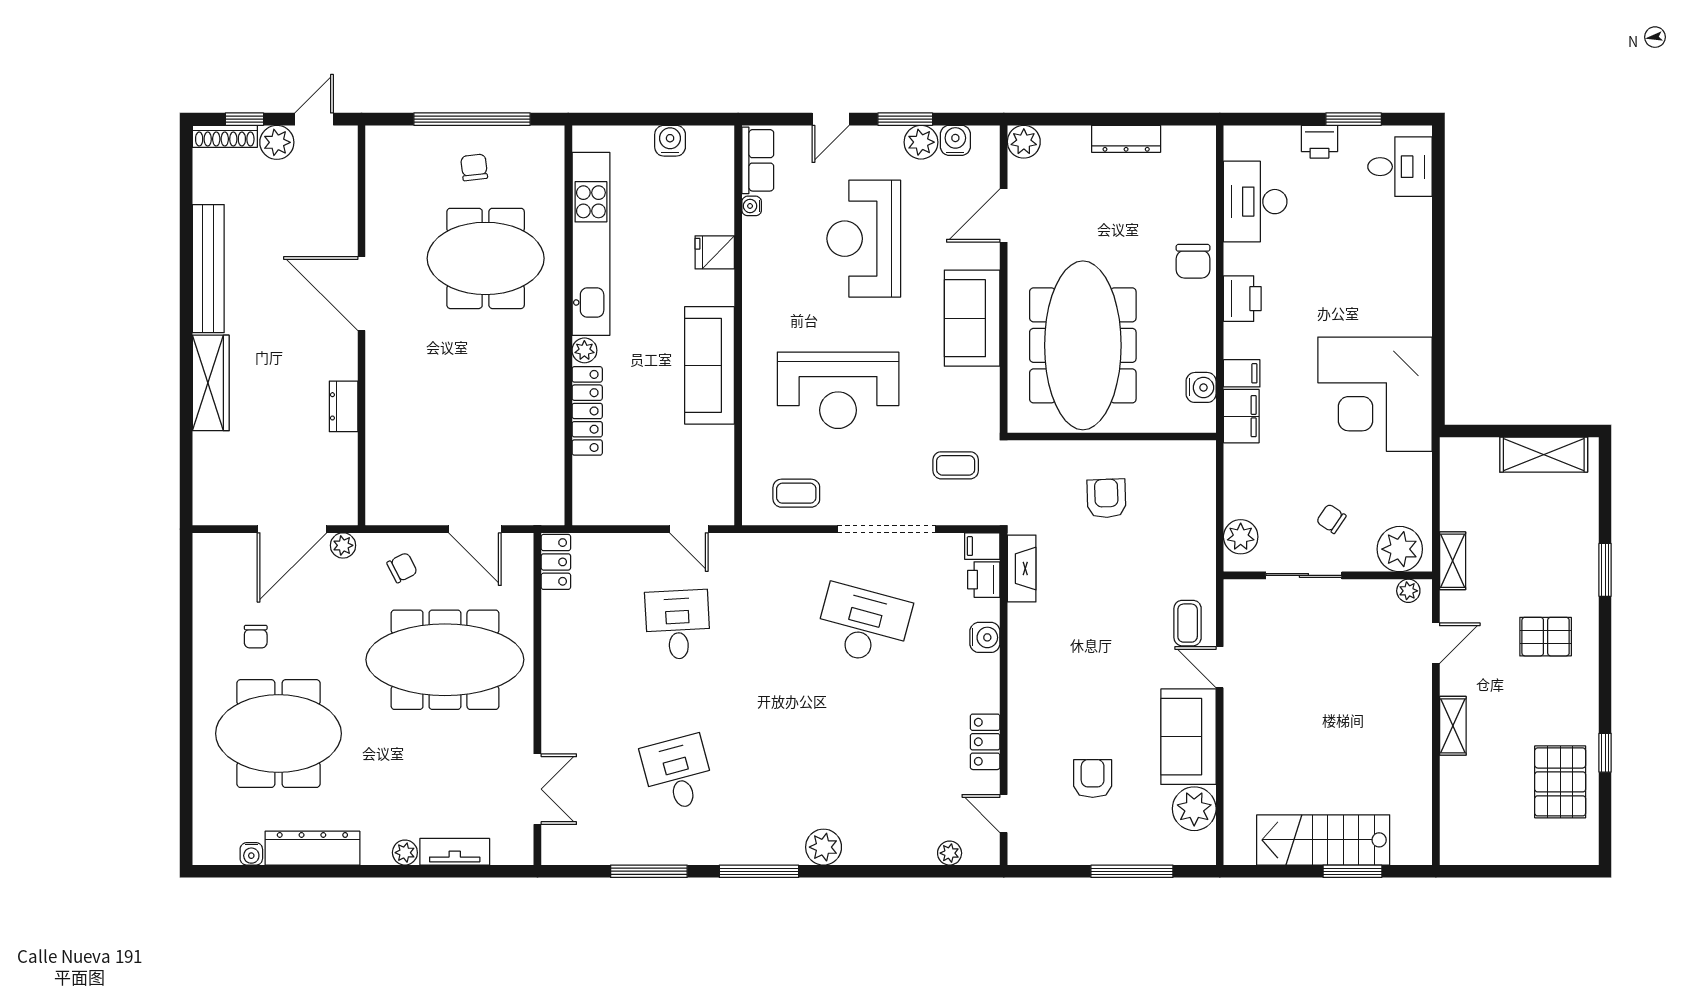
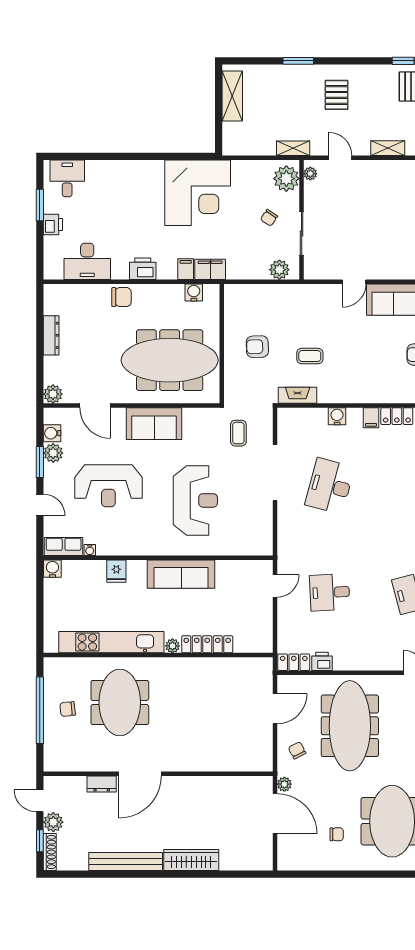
water cooler: (670, 141) -> (52, 569), moved, turned 90
dresser: (344, 406) -> (102, 784), moved
coffee table: (796, 493) -> (254, 524), removed
filing cabinet: (982, 546) -> (371, 418), moved
printer: (984, 580) -> (322, 661), moved, turned 180
coffee table: (1188, 623) -> (310, 356), moved

